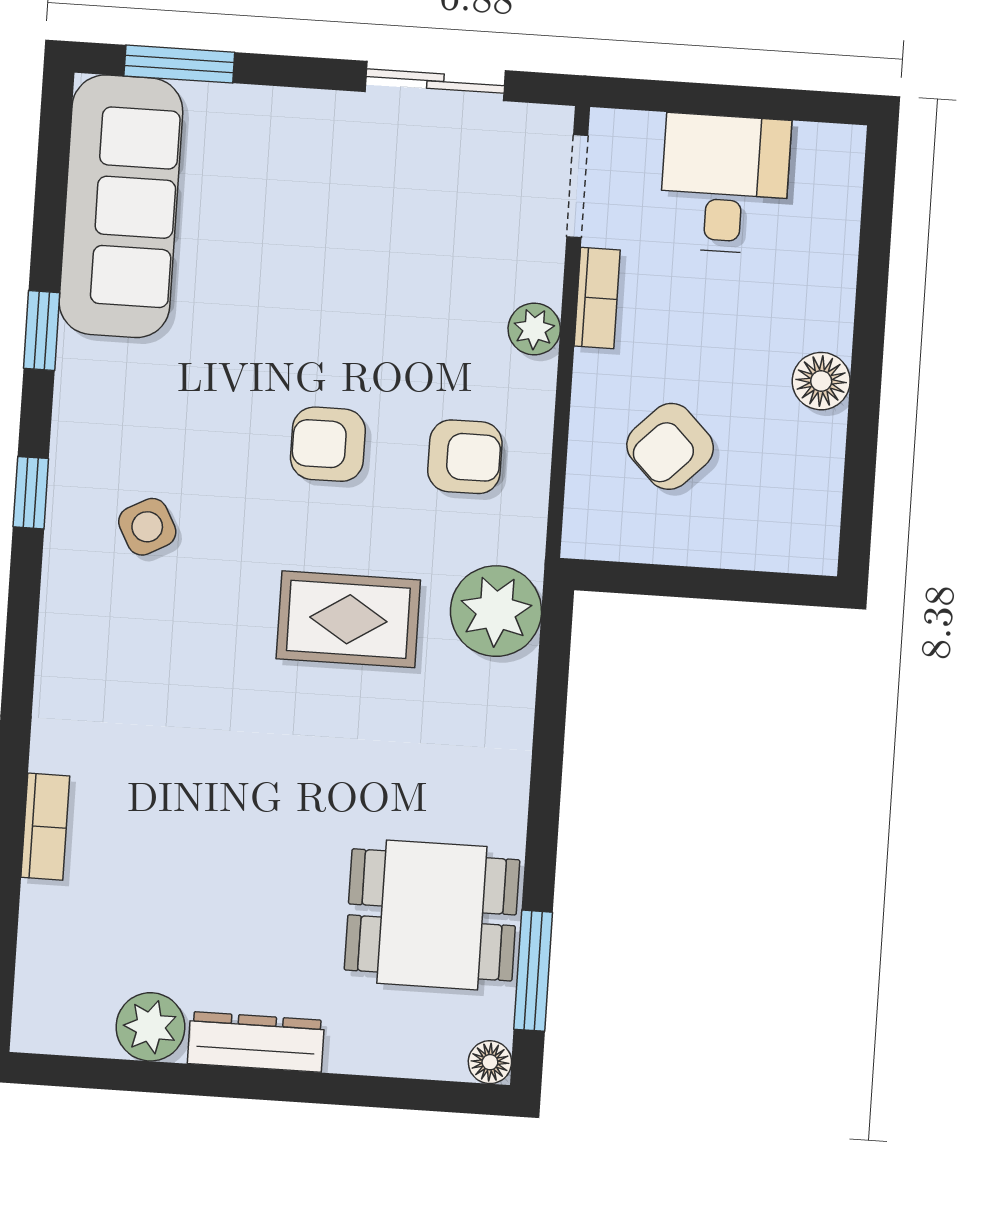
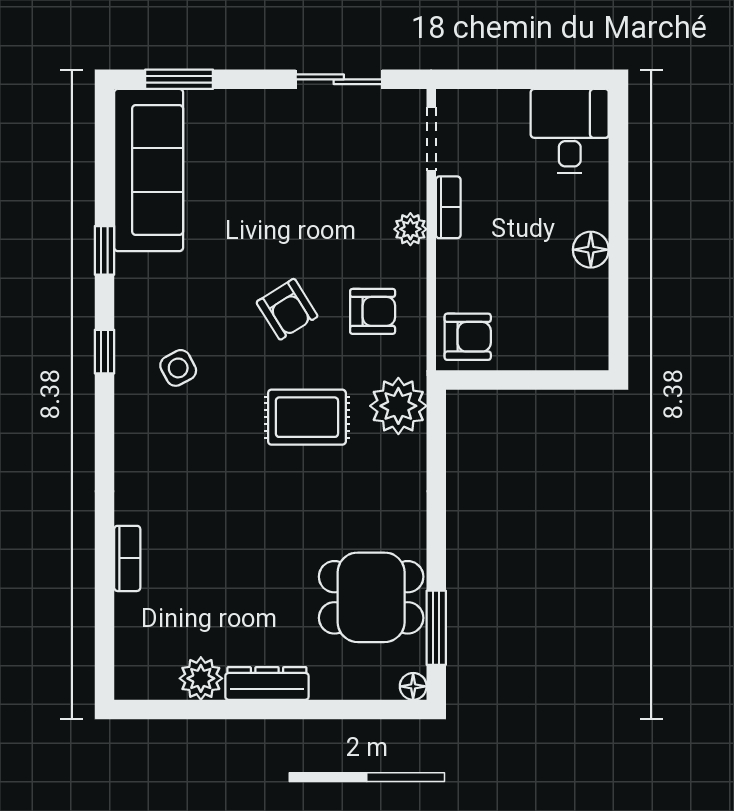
desk: (725, 184) -> (570, 131), moved
armchair: (328, 444) -> (287, 309), turned -122
armchair: (670, 446) -> (468, 337), moved, turned -135

